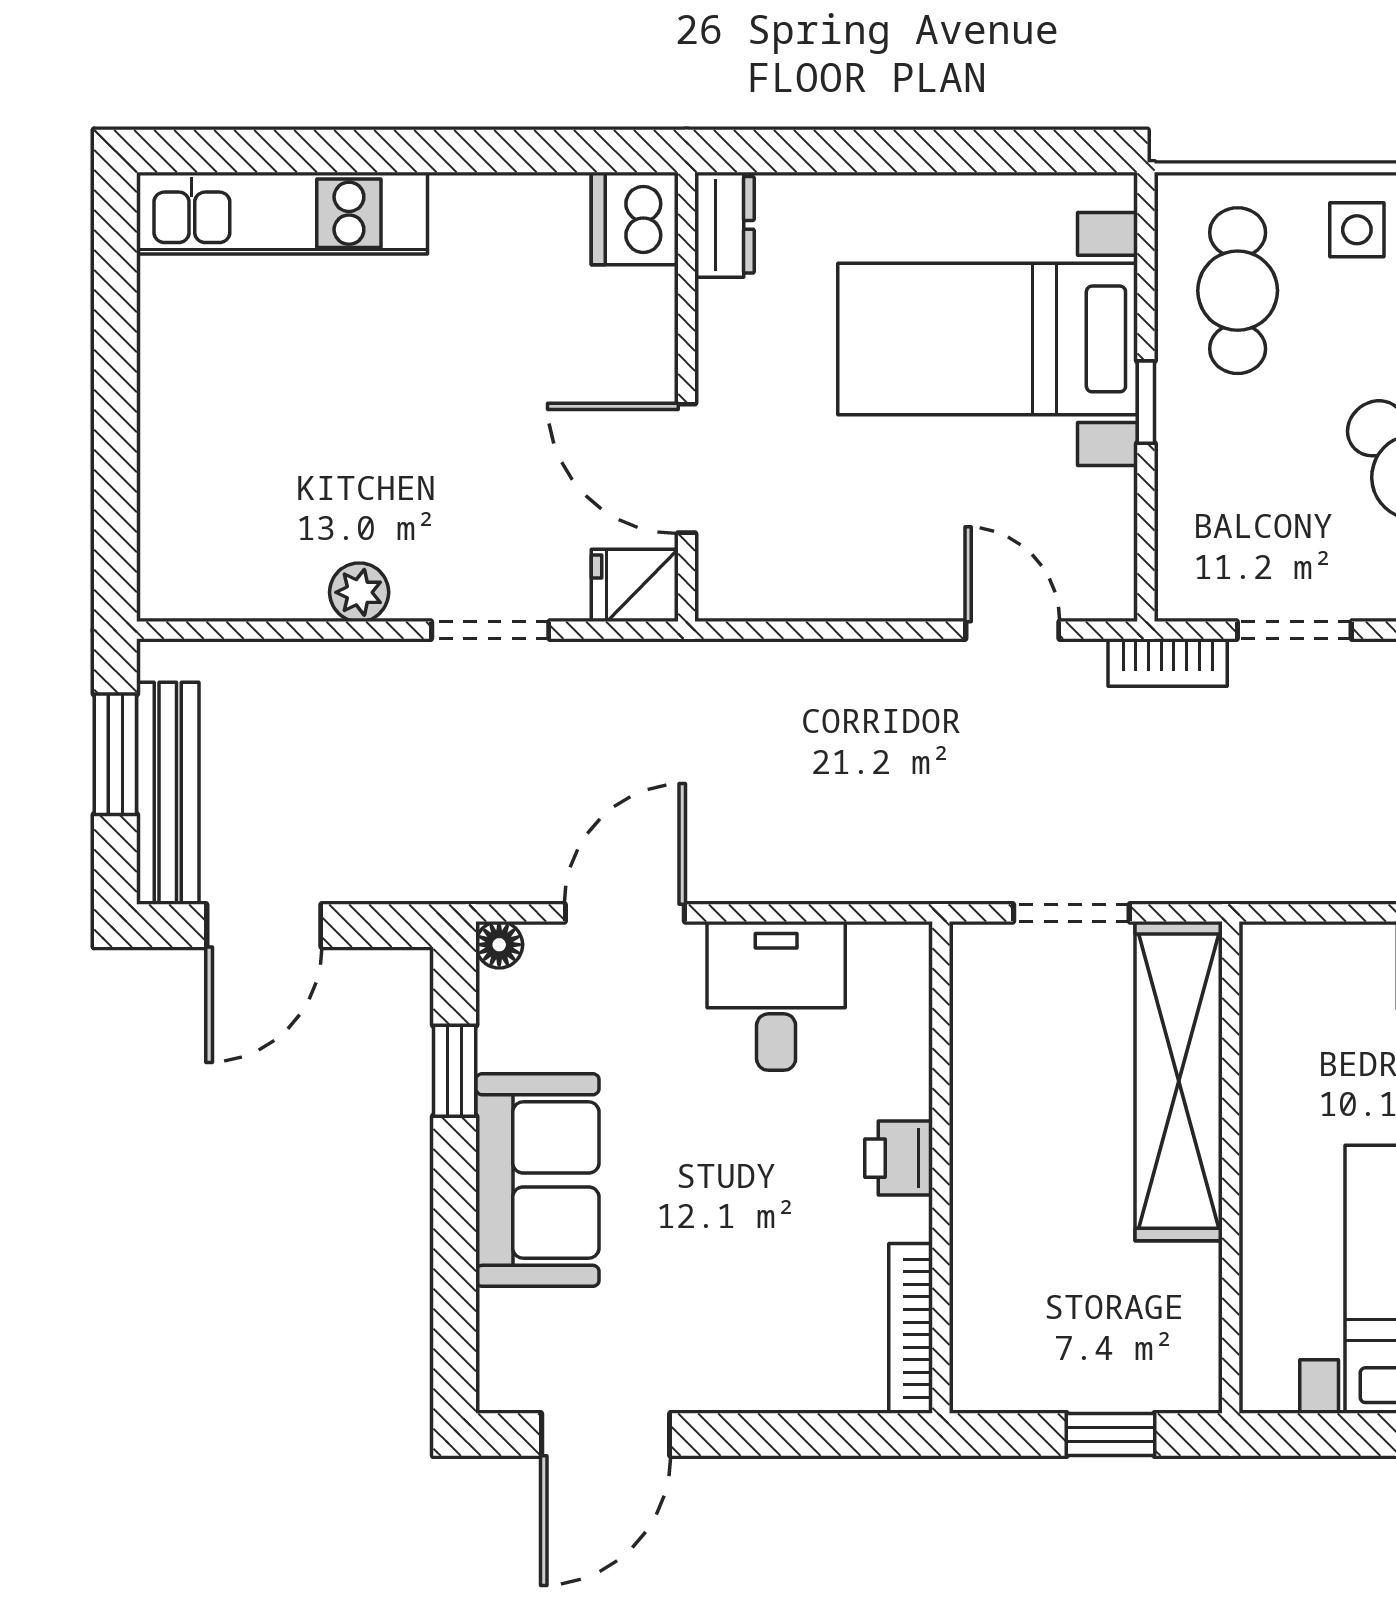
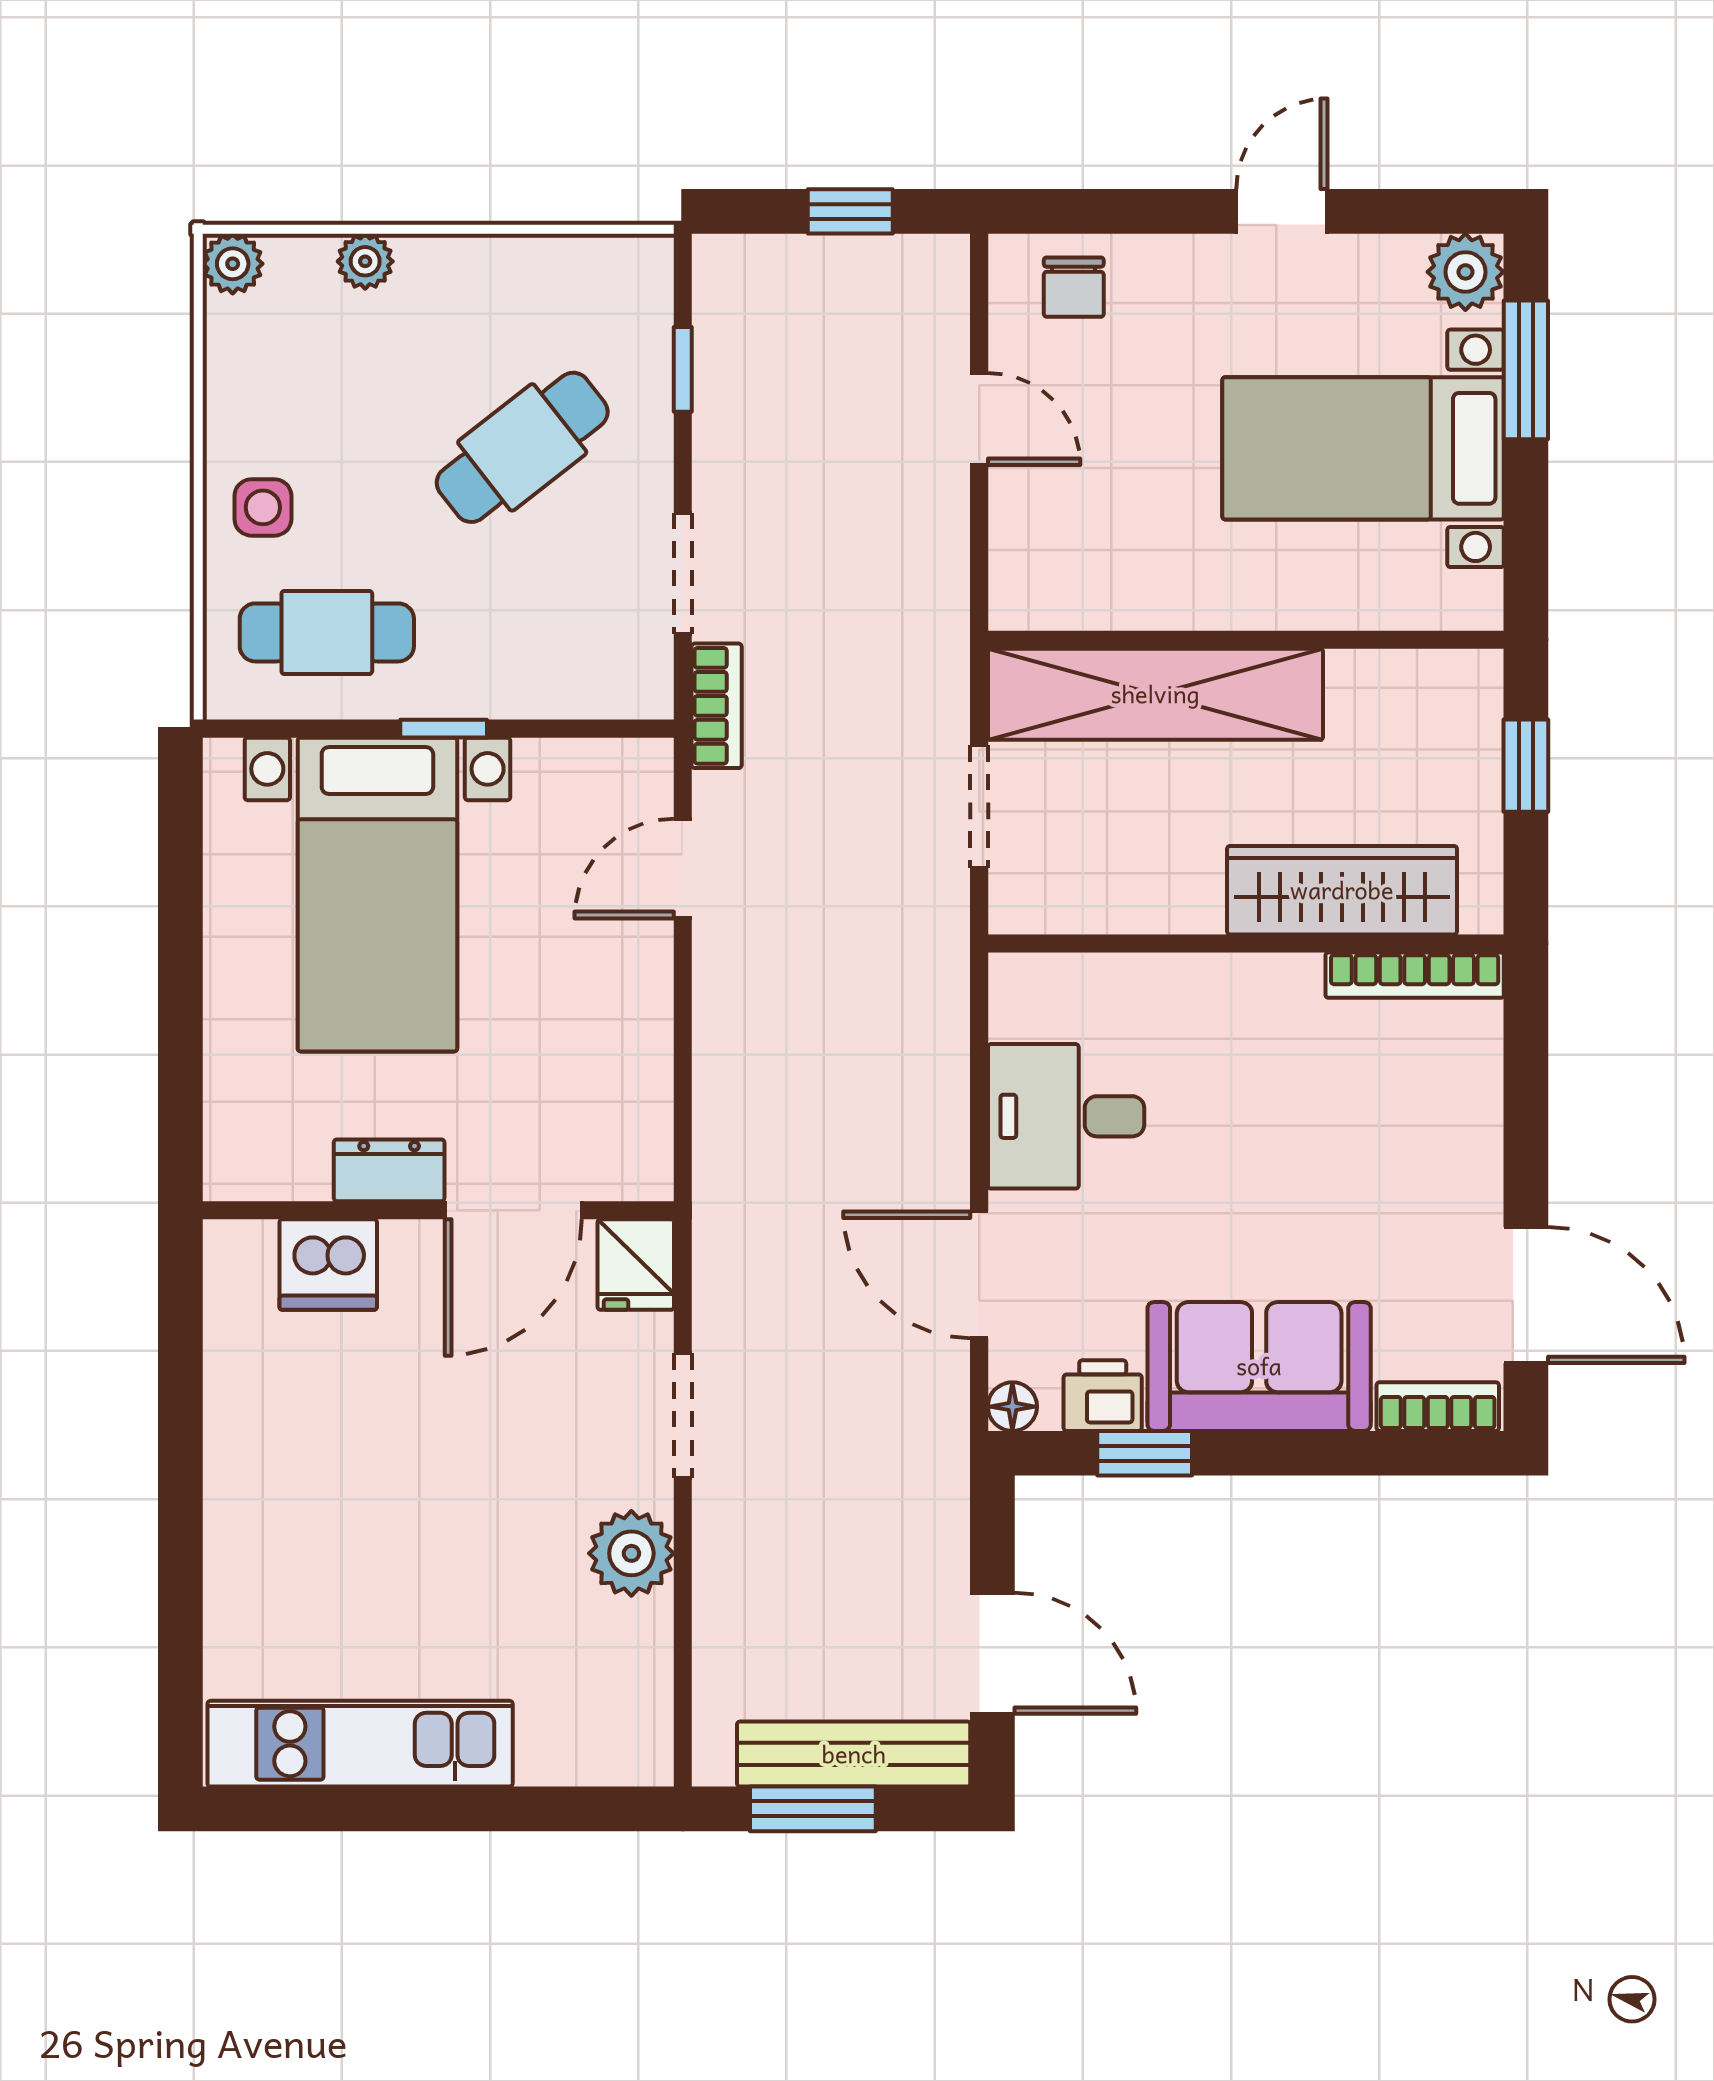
kitchen unit: (282, 213) -> (360, 1744), moved, turned -90
dishwasher: (635, 219) -> (328, 1265), moved
dresser: (725, 225) -> (389, 1170), moved
plant: (359, 592) -> (631, 1553), width x1.38, depth x1.38
printer: (899, 1158) -> (1103, 1396), moved, turned 180
wardrobe: (992, 1259) -> (1342, 890), added
bookcase: (499, 1350) -> (1438, 1407), added

